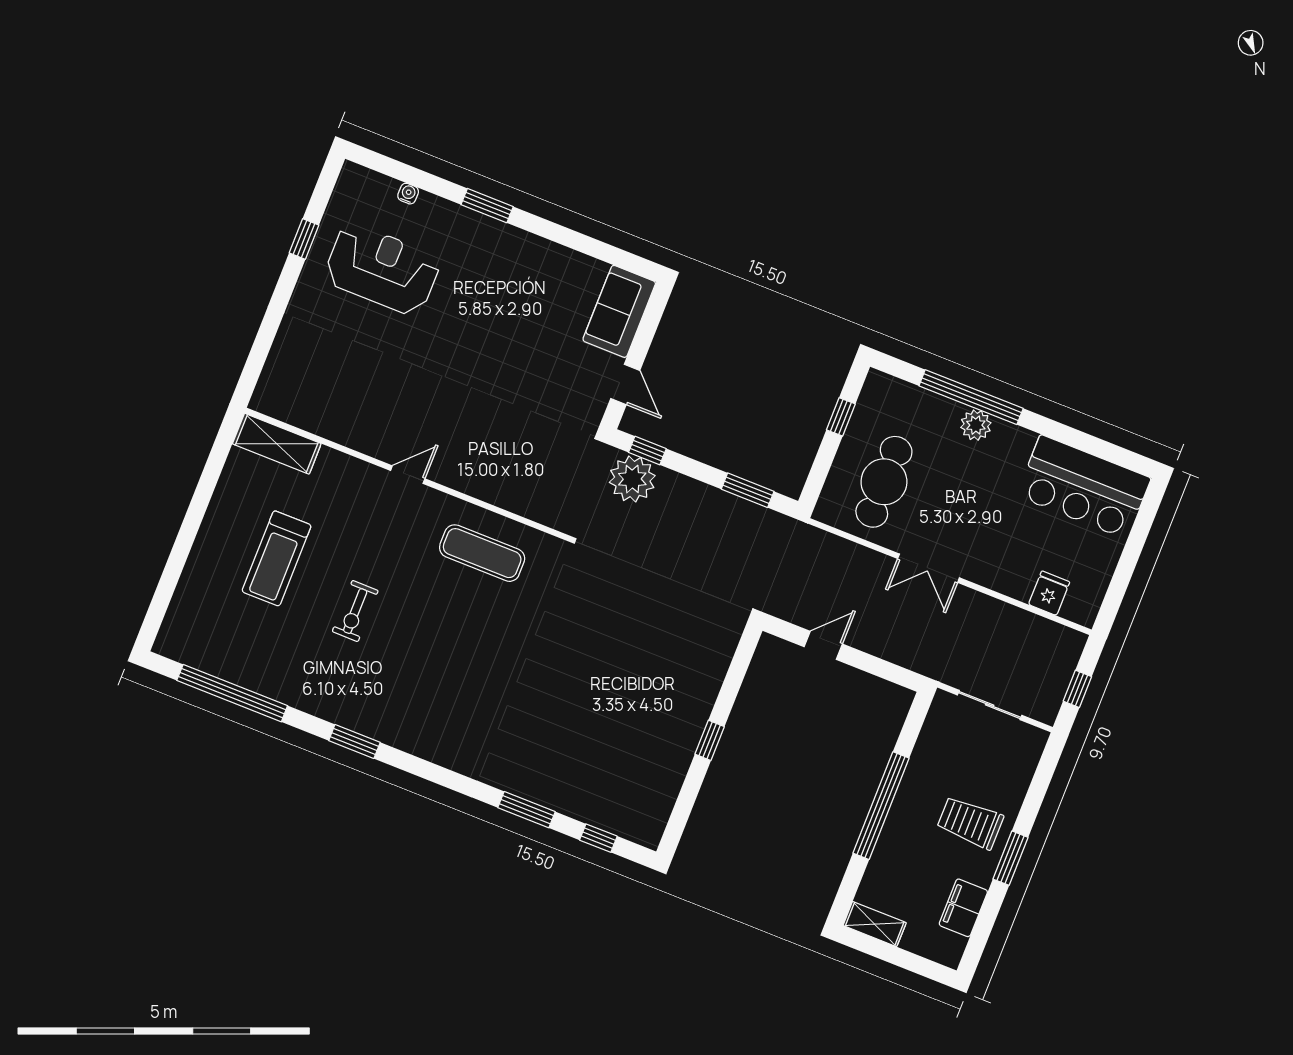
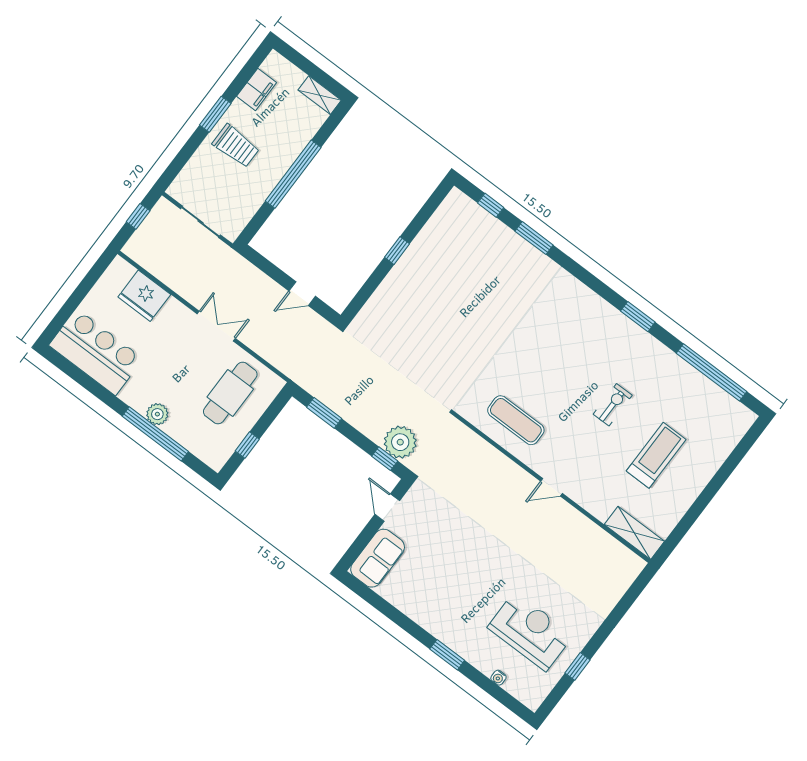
reception desk: (382, 269) -> (530, 631), turned 180
fridge: (1049, 593) -> (144, 296), width x1.88, depth x1.34

